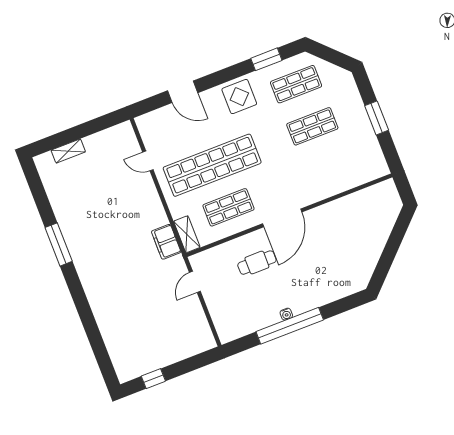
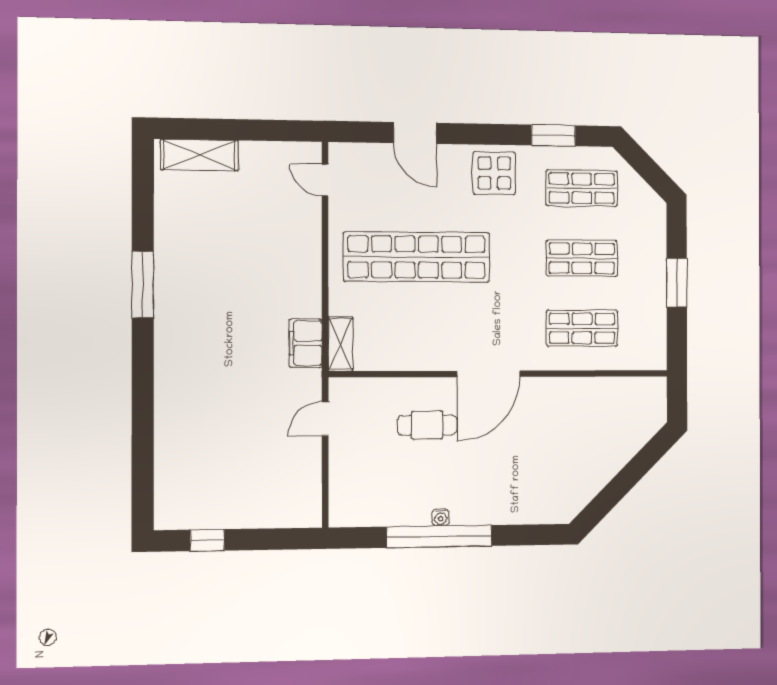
shelving: (68, 151) -> (199, 155), width x1.50, depth x1.33
door: (148, 161) -> (325, 180), moved
shop shelf: (229, 207) -> (582, 328), moved

